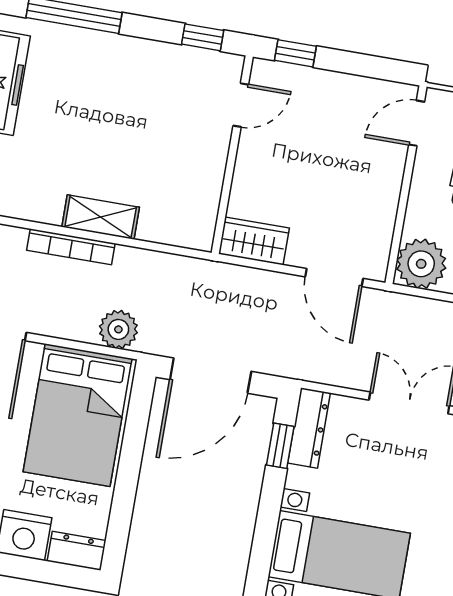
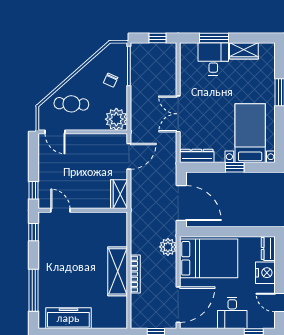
shelving: (101, 217) -> (118, 271), width x1.50, depth x1.33
window: (280, 446) -> (235, 167), moved

